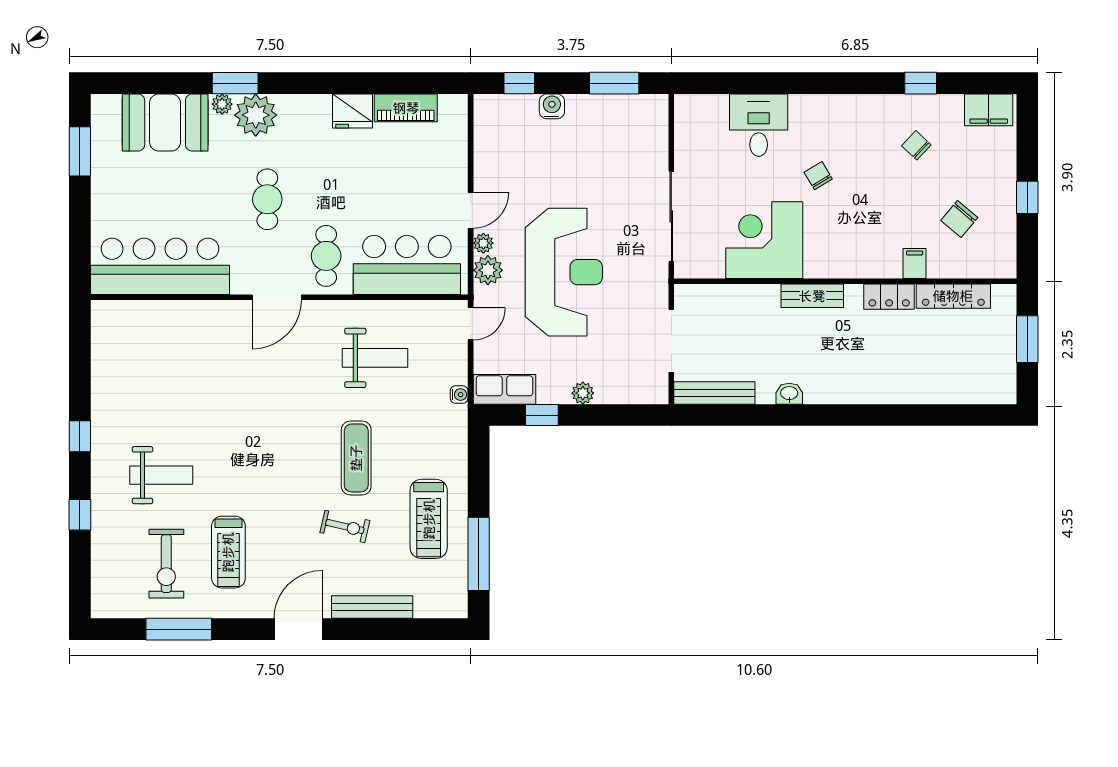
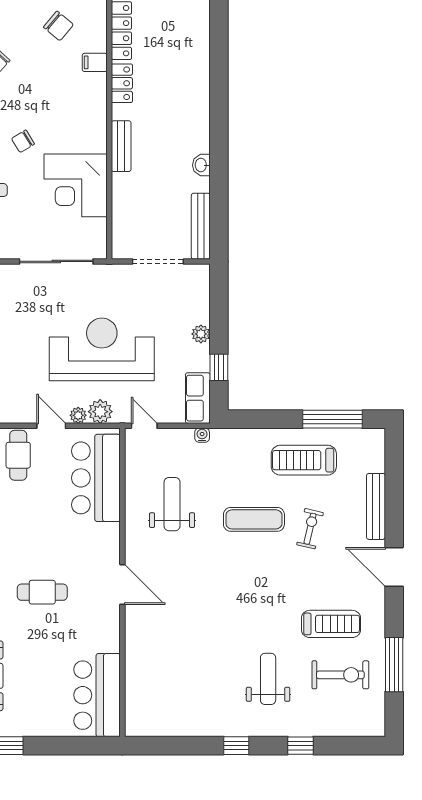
cafe table: (326, 256) -> (18, 455), moved, turned 90
bar counter: (160, 266) -> (97, 695), width x0.73
treadmill: (429, 519) -> (304, 460), turned 180

